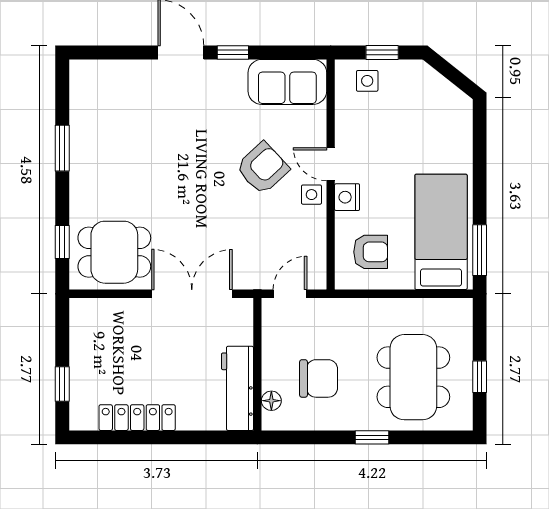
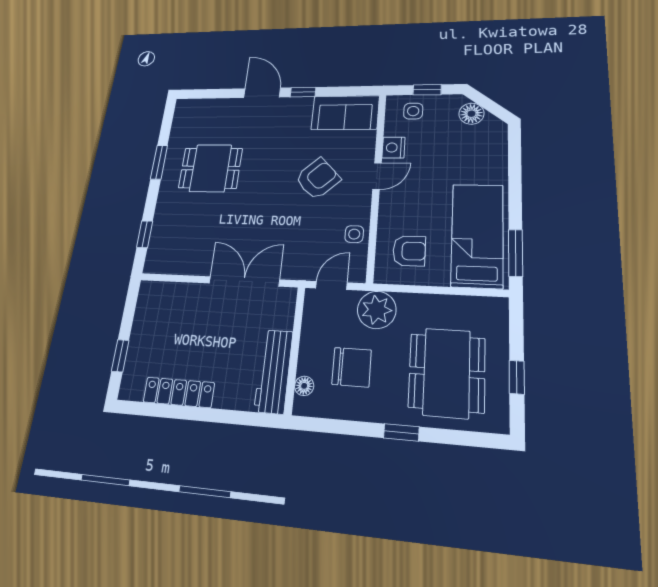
floor lamp: (433, 85) -> (471, 114), added
door: (331, 164) -> (377, 176), swing flipped
side table: (311, 195) -> (354, 234), moved
nightstand: (347, 197) -> (393, 148), moved
dining table: (114, 252) -> (210, 168), moved
plant: (340, 318) -> (377, 310), added

